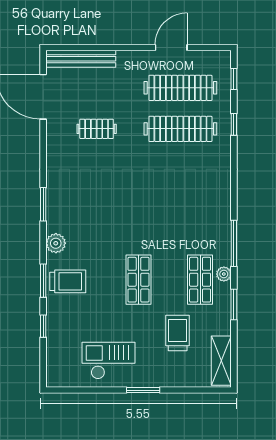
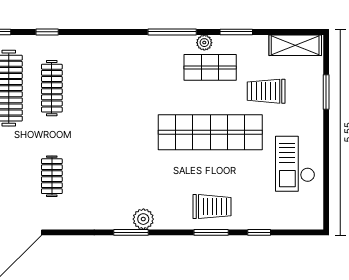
clothes rail: (180, 129) -> (52, 88), width x0.73, depth x0.76
plant: (56, 243) -> (143, 219), moved
shop shelf: (138, 280) -> (210, 132), width x2.00, depth x1.36
trolley: (68, 281) -> (212, 207), turned 90
window: (143, 390) -> (326, 92), moved

